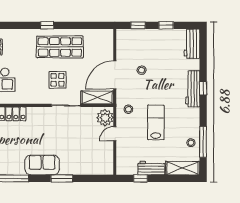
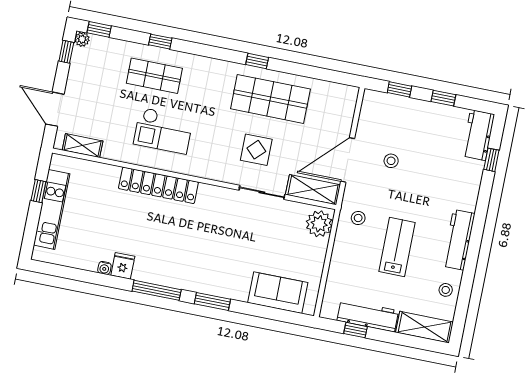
window: (203, 88) -> (491, 160), moved
workbench: (193, 89) -> (459, 240), moved
door: (115, 134) -> (329, 252), removed
window: (203, 142) -> (465, 292), removed
sofa: (42, 165) -> (278, 293), moved
workbench: (151, 168) -> (368, 316), width x1.38
window: (62, 178) -> (212, 301), moved

